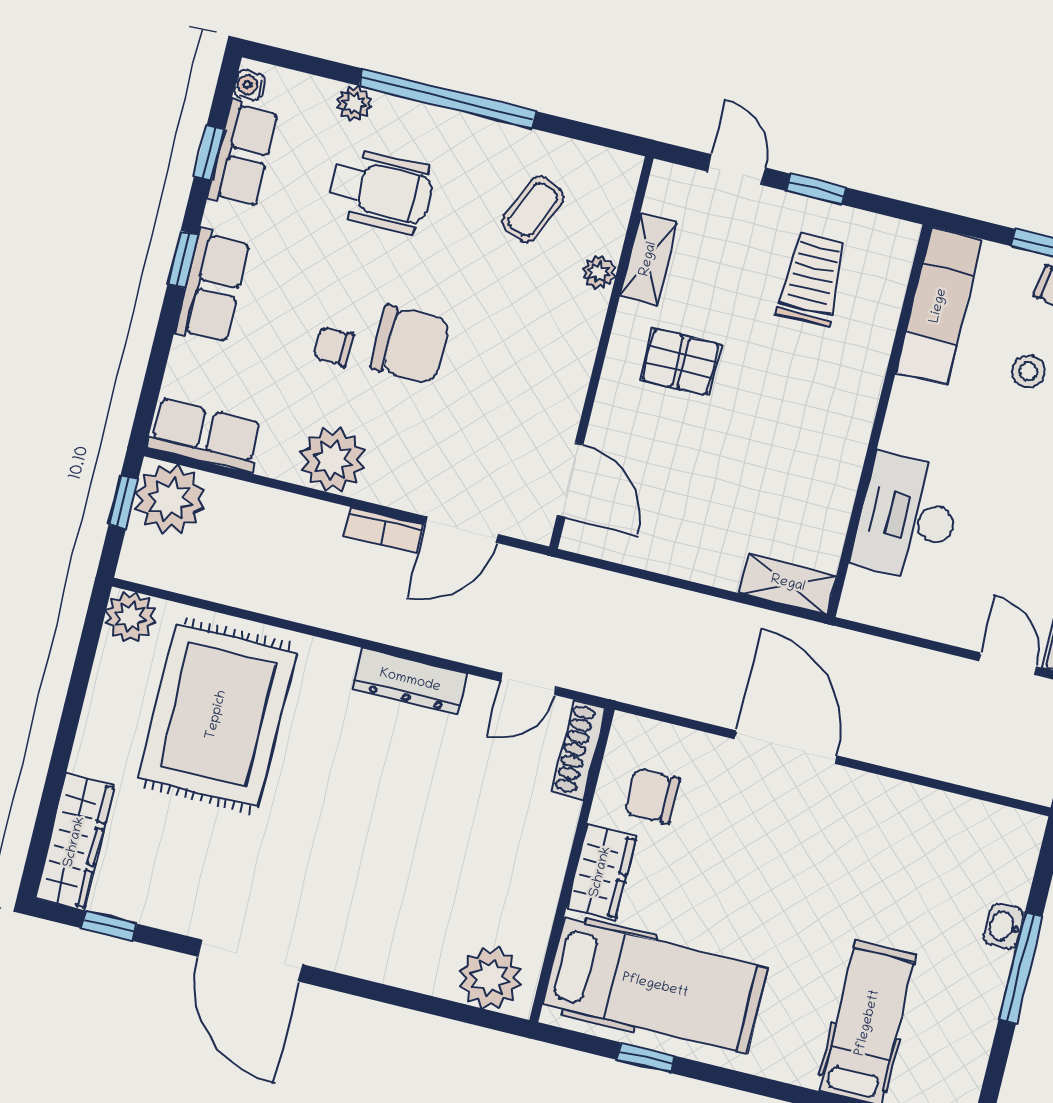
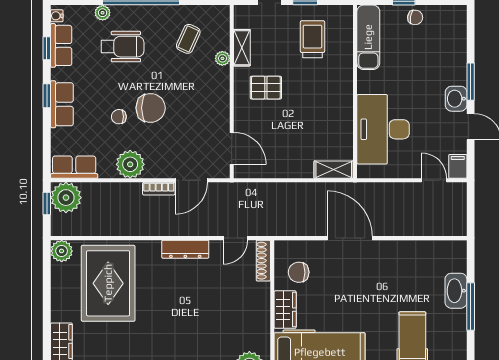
stool: (1028, 371) -> (413, 56), removed
desk: (908, 517) -> (383, 129), width x1.36, depth x1.30
washbasin: (1004, 926) -> (456, 291), width x1.91, depth x1.45

